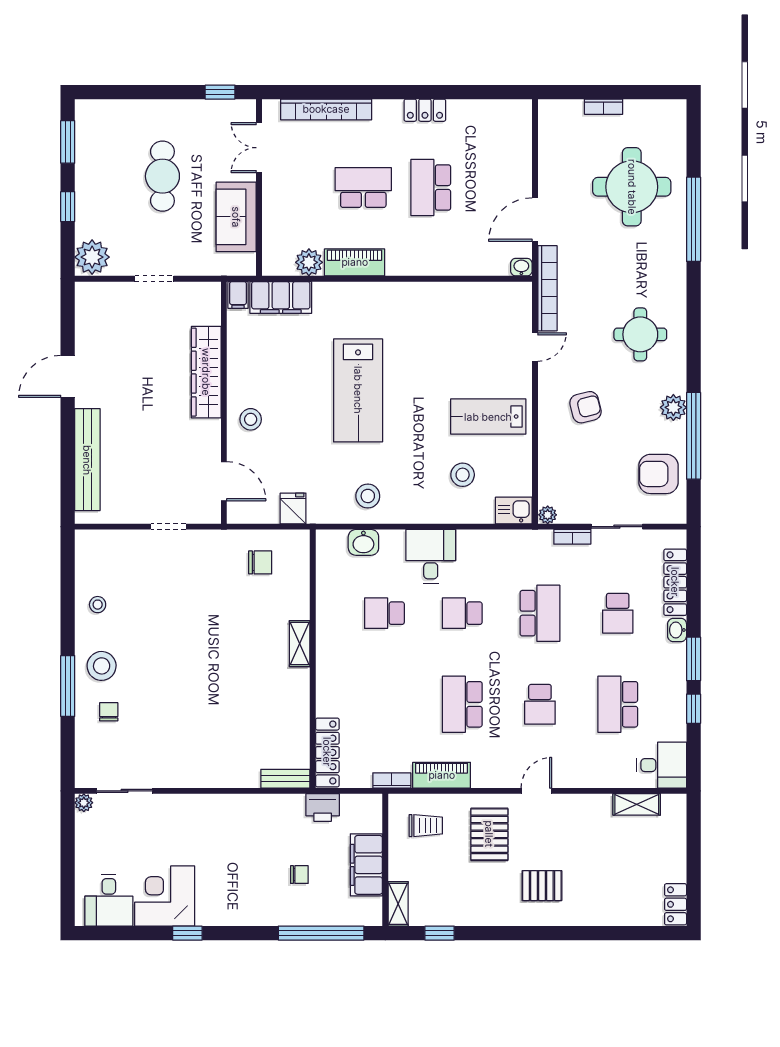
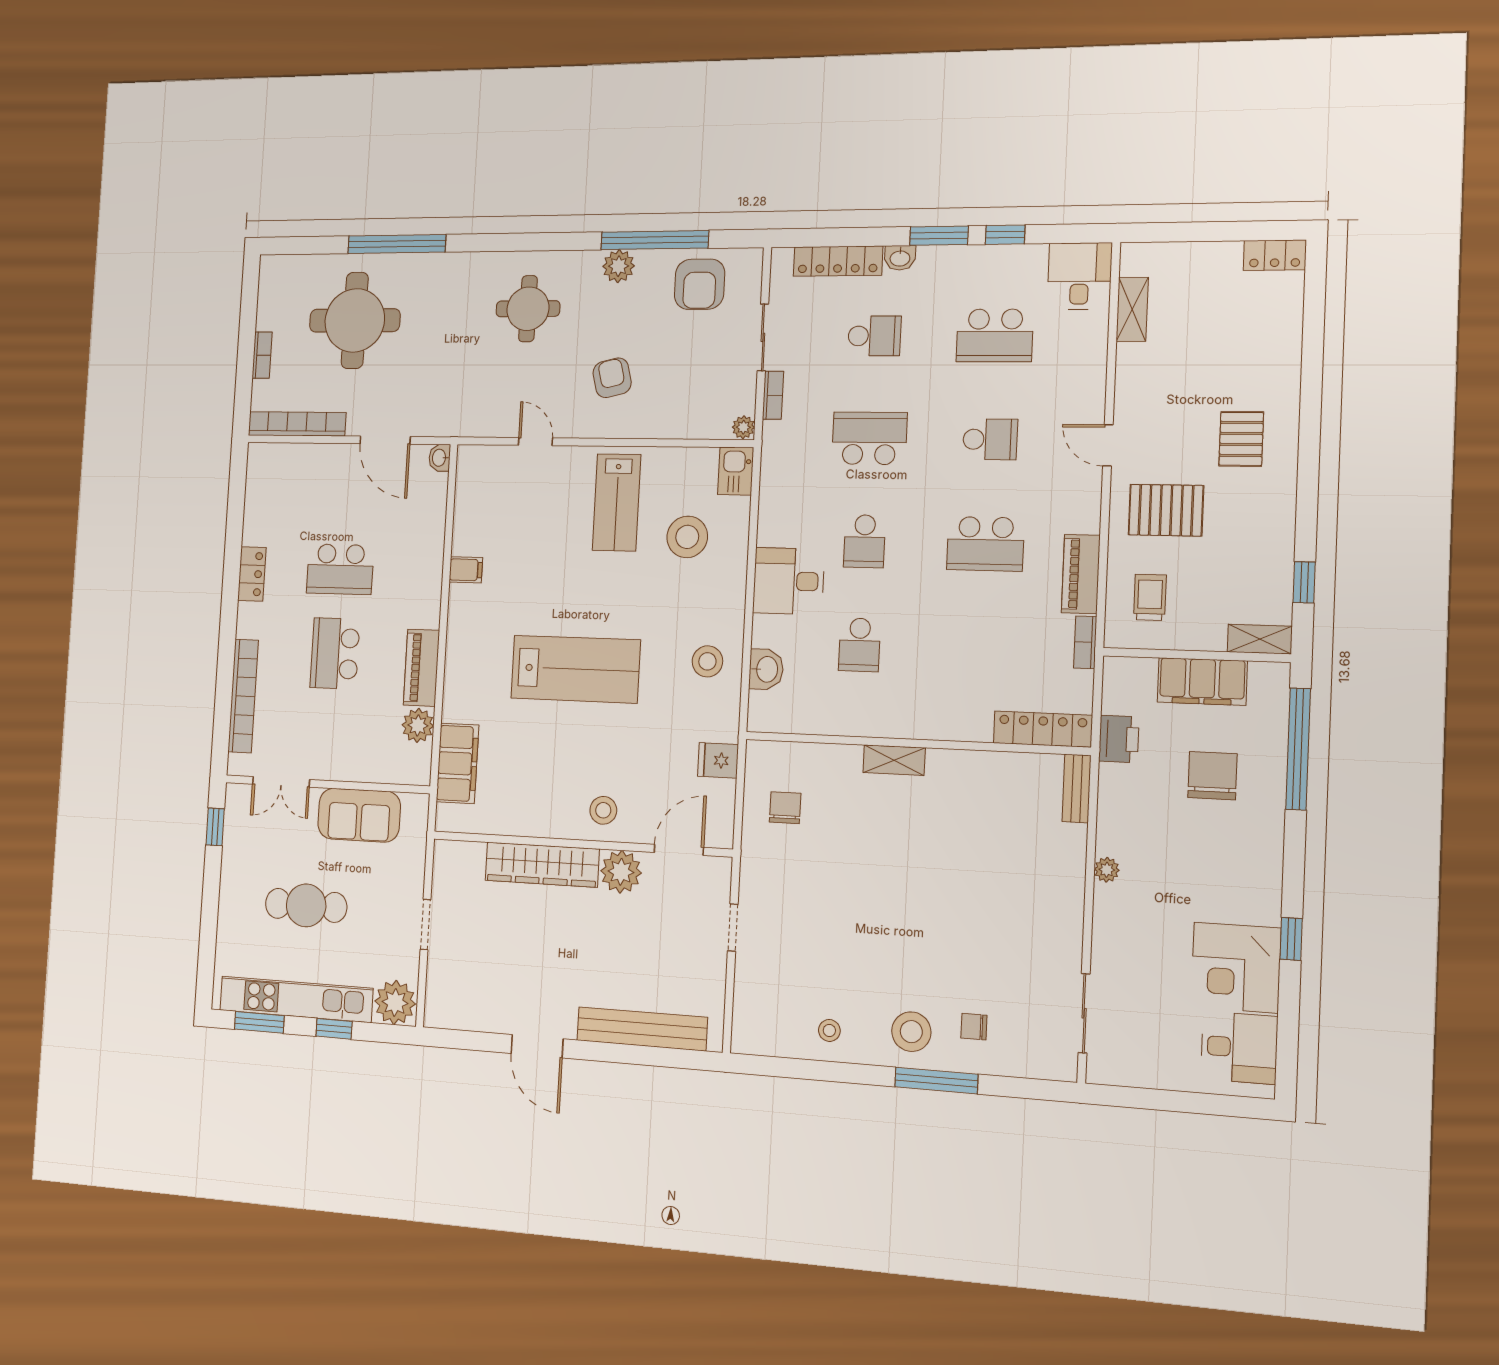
kitchen unit: (88, 172) -> (296, 999), added
bookcase: (547, 288) -> (297, 424), moved
filing cabinet: (238, 295) -> (466, 570), moved
plant: (205, 436) -> (621, 872), added
stool: (463, 475) -> (687, 537), width x1.38, depth x1.38
plant: (84, 803) -> (1107, 870), moved
chair: (299, 875) -> (1212, 776), width x1.87, depth x1.87

